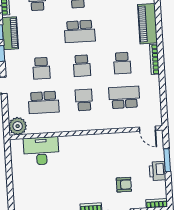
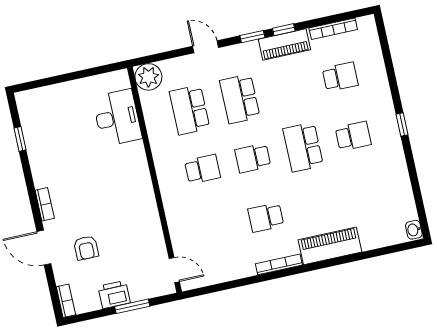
school desk: (41, 68) -> (240, 99), width x1.85
school desk: (124, 97) -> (216, 228), removed
door: (148, 129) -> (174, 270), swing flipped

